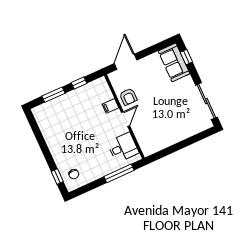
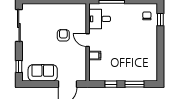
sofa: (174, 62) -> (43, 73), moved, turned -90
armchair: (128, 97) -> (63, 35), moved
door: (126, 119) -> (88, 40), hinge flipped

